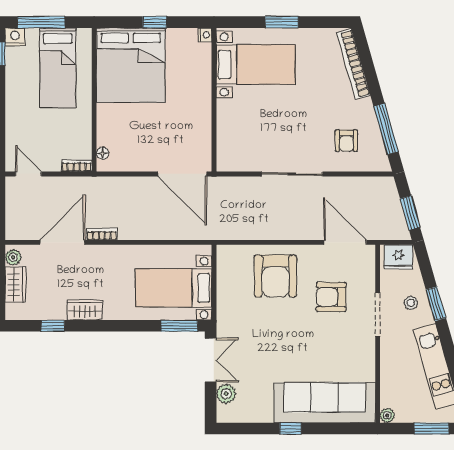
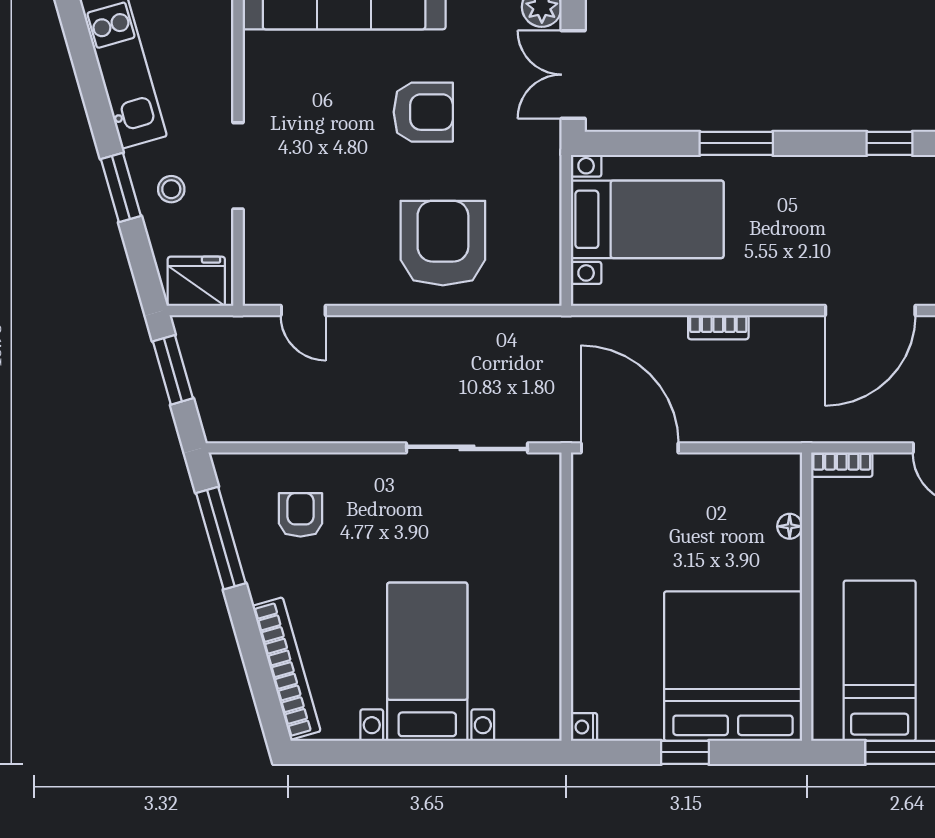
window: (282, 22) -> (430, 752), removed
bed with nightstands: (256, 64) -> (427, 662), moved, turned 90
floor lamp: (103, 153) -> (790, 526), moved
sliding door: (292, 174) -> (467, 448), moved
bookcase: (102, 234) -> (718, 327), moved
door: (345, 242) -> (303, 310), width x0.53
armchair: (331, 297) -> (423, 112), moved
wardrobe: (85, 310) -> (825, 175), removed
window: (179, 326) -> (736, 143), moved

